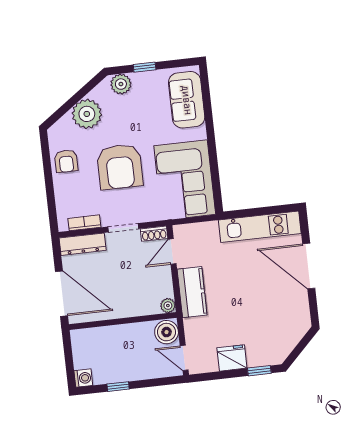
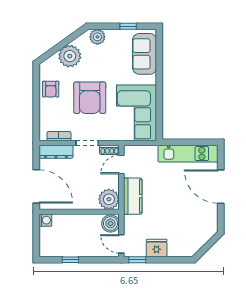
window: (145, 67) -> (128, 26), moved
plant: (168, 306) -> (109, 199), width x1.88, depth x1.88
window: (259, 371) -> (137, 260), moved
washing machine: (83, 378) -> (45, 220), moved

